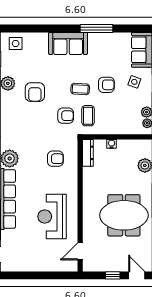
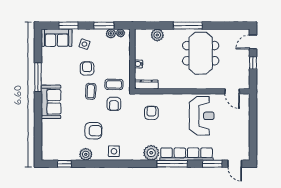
side table: (16, 44) -> (114, 151), moved
armchair: (66, 116) -> (114, 104), turned 180
reception desk: (52, 217) -> (202, 116), turned -90

